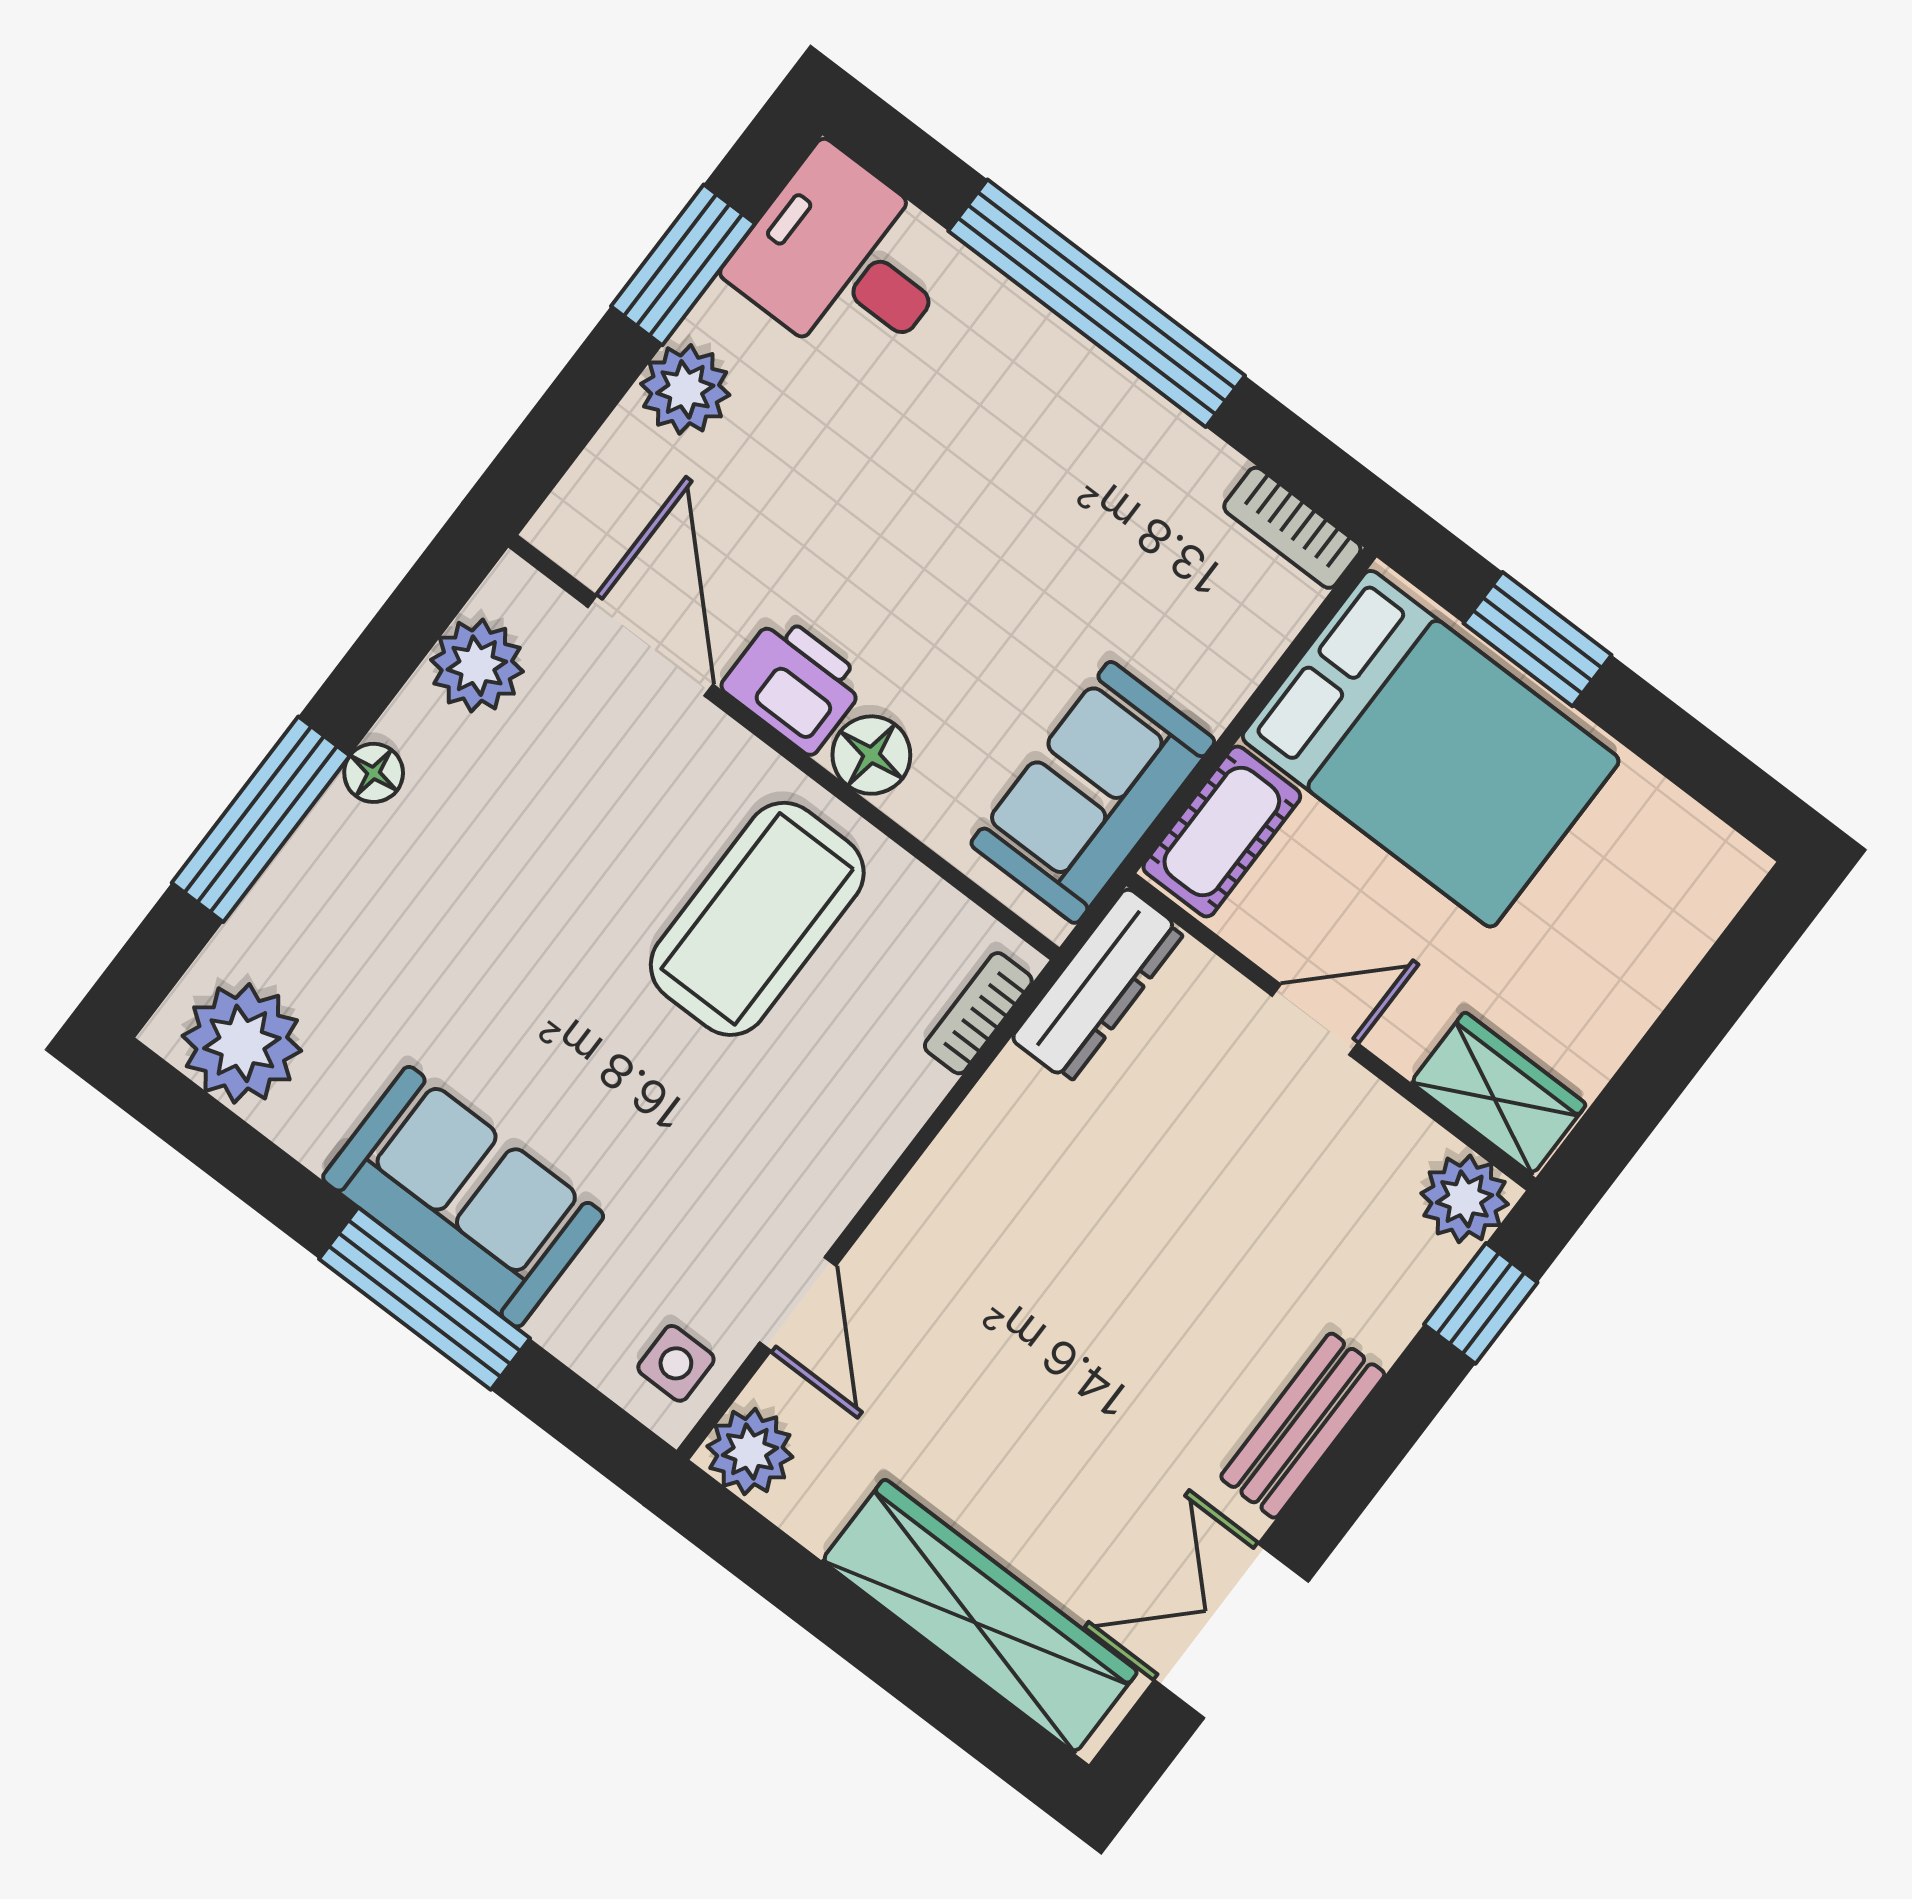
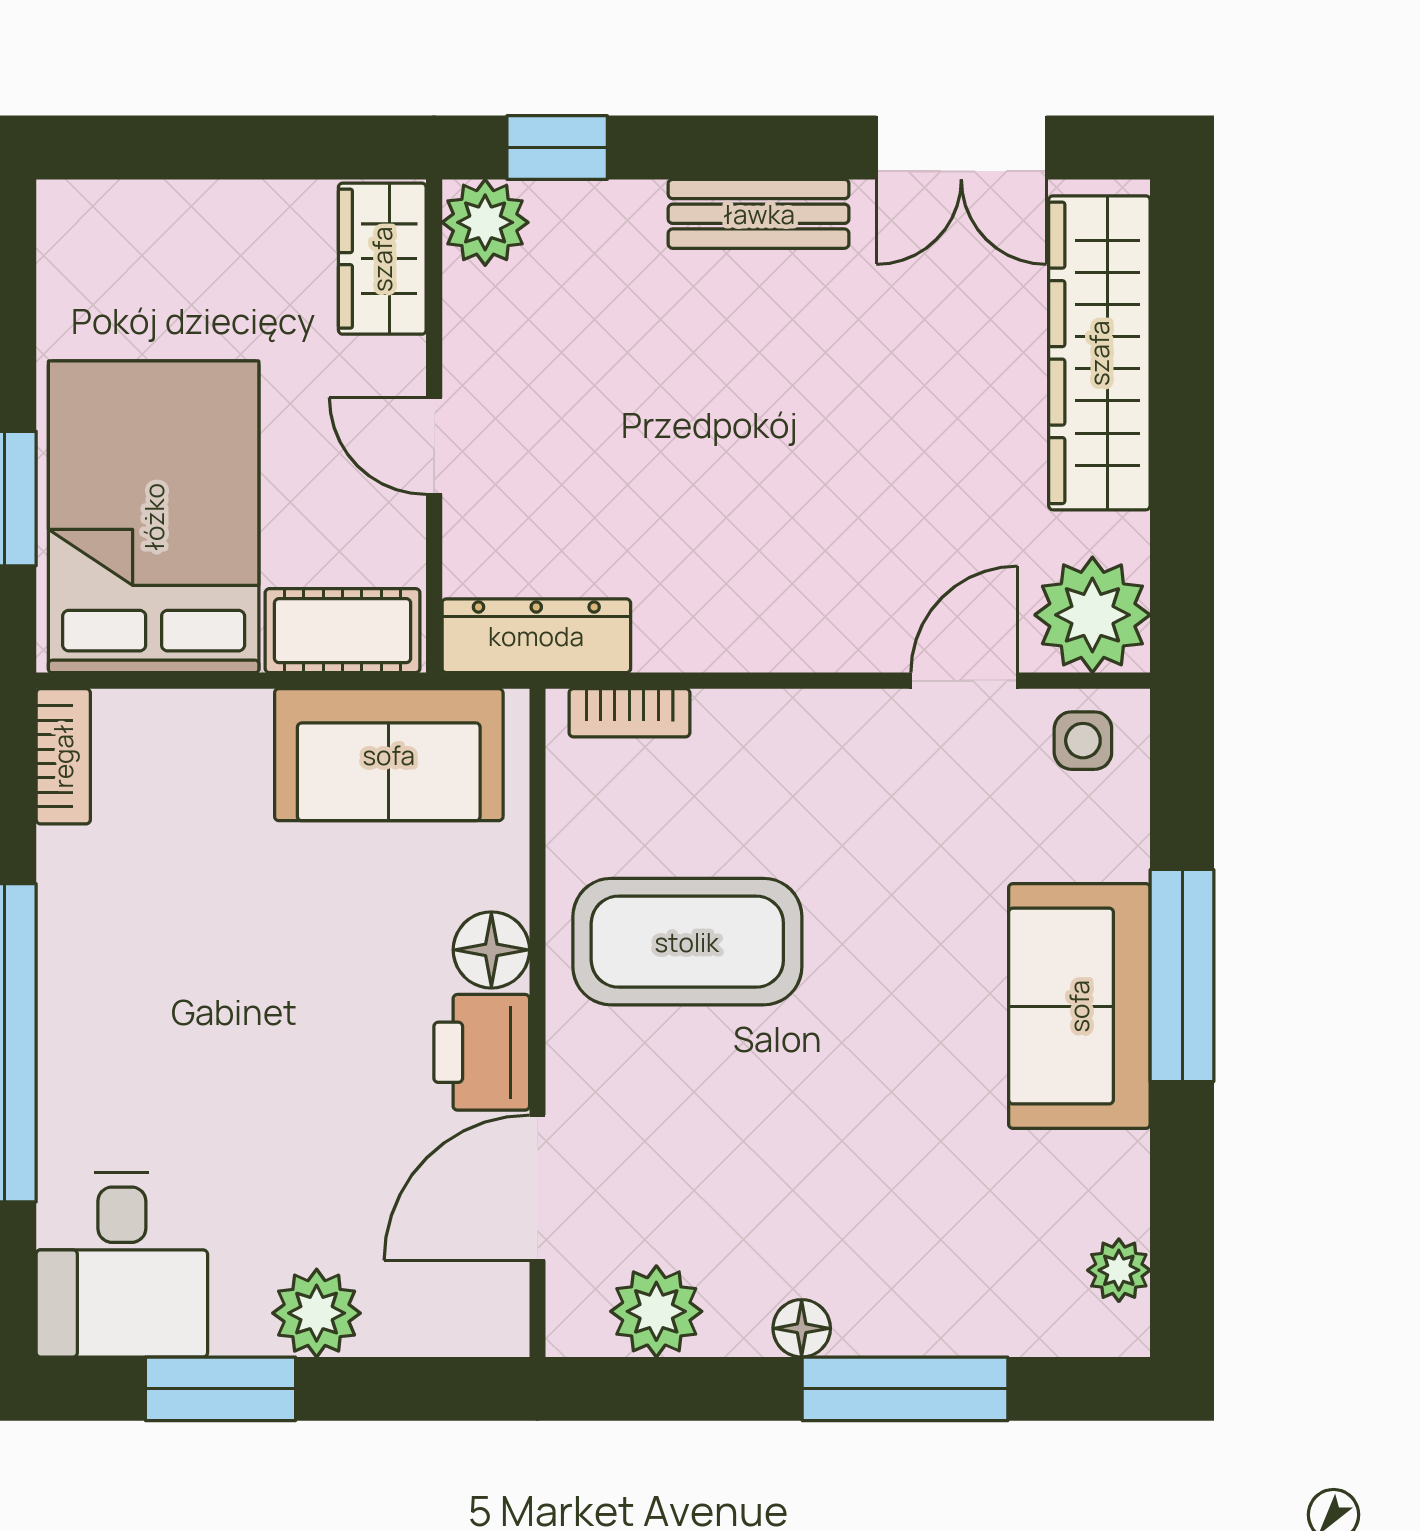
plant: (242, 1043) -> (1119, 1270), width x0.53, depth x0.53
plant: (750, 1452) -> (1092, 615), width x1.36, depth x1.36

